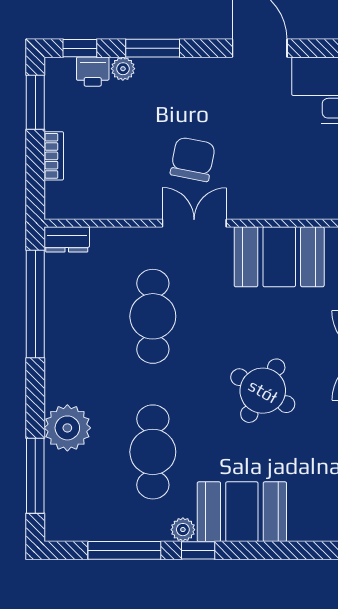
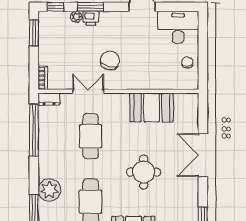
printer: (93, 72) -> (91, 18), moved
bookcase: (54, 156) -> (43, 78), moved
double door: (194, 223) -> (88, 91), moved
round table: (263, 391) -> (144, 172), turned -30

